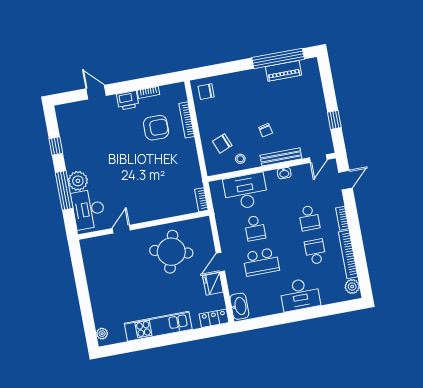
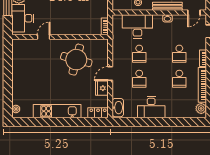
school desk: (315, 252) -> (179, 79), turned 180
school desk: (261, 262) -> (139, 79), width x0.54
desk: (300, 294) -> (151, 107), moved

